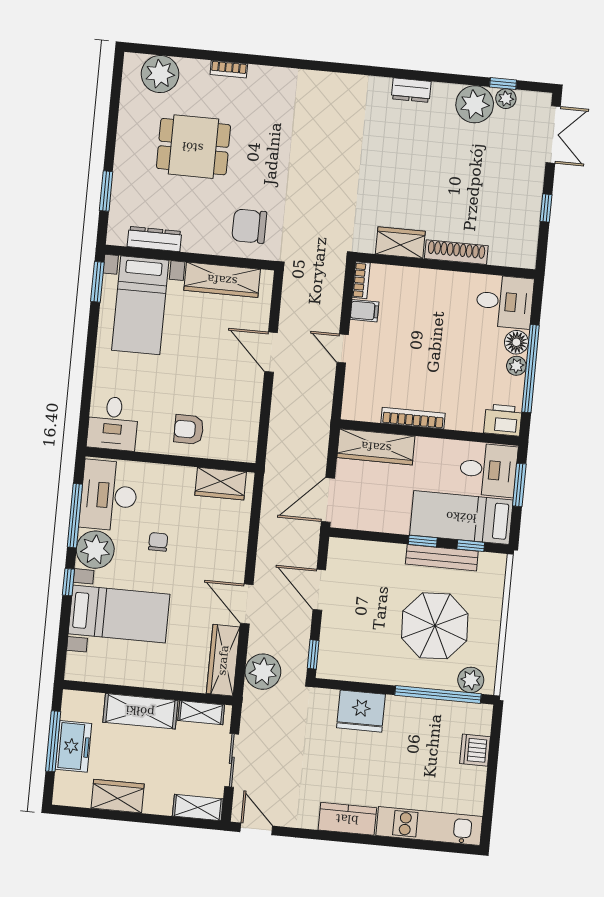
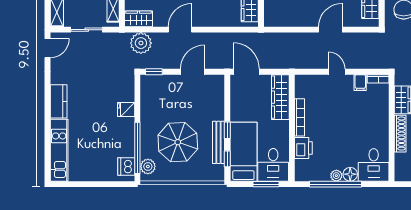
door: (343, 349) -> (337, 72), hinge flipped
printer: (503, 420) -> (303, 148), moved
wardrobe: (223, 660) -> (139, 19), width x0.67
fridge: (361, 711) -> (126, 110), width x0.53, depth x0.75
dishwasher: (475, 750) -> (126, 166), moved, turned -90

